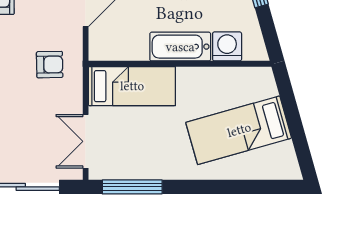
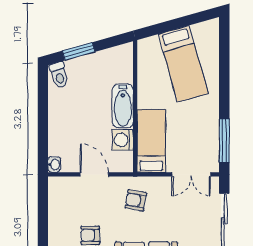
washing machine: (227, 46) -> (123, 140), moved
armchair: (50, 65) -> (136, 200), turned -79

